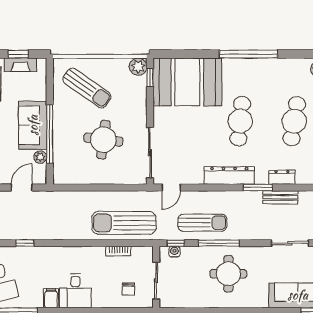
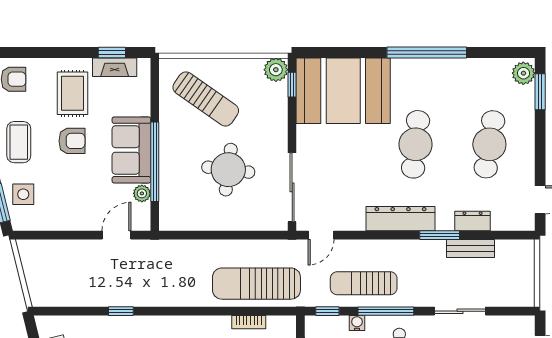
sun lounger: (202, 223) -> (364, 283), turned 180
sliding door: (290, 243) -> (460, 311), moved
water cooler: (174, 252) -> (357, 323), moved

